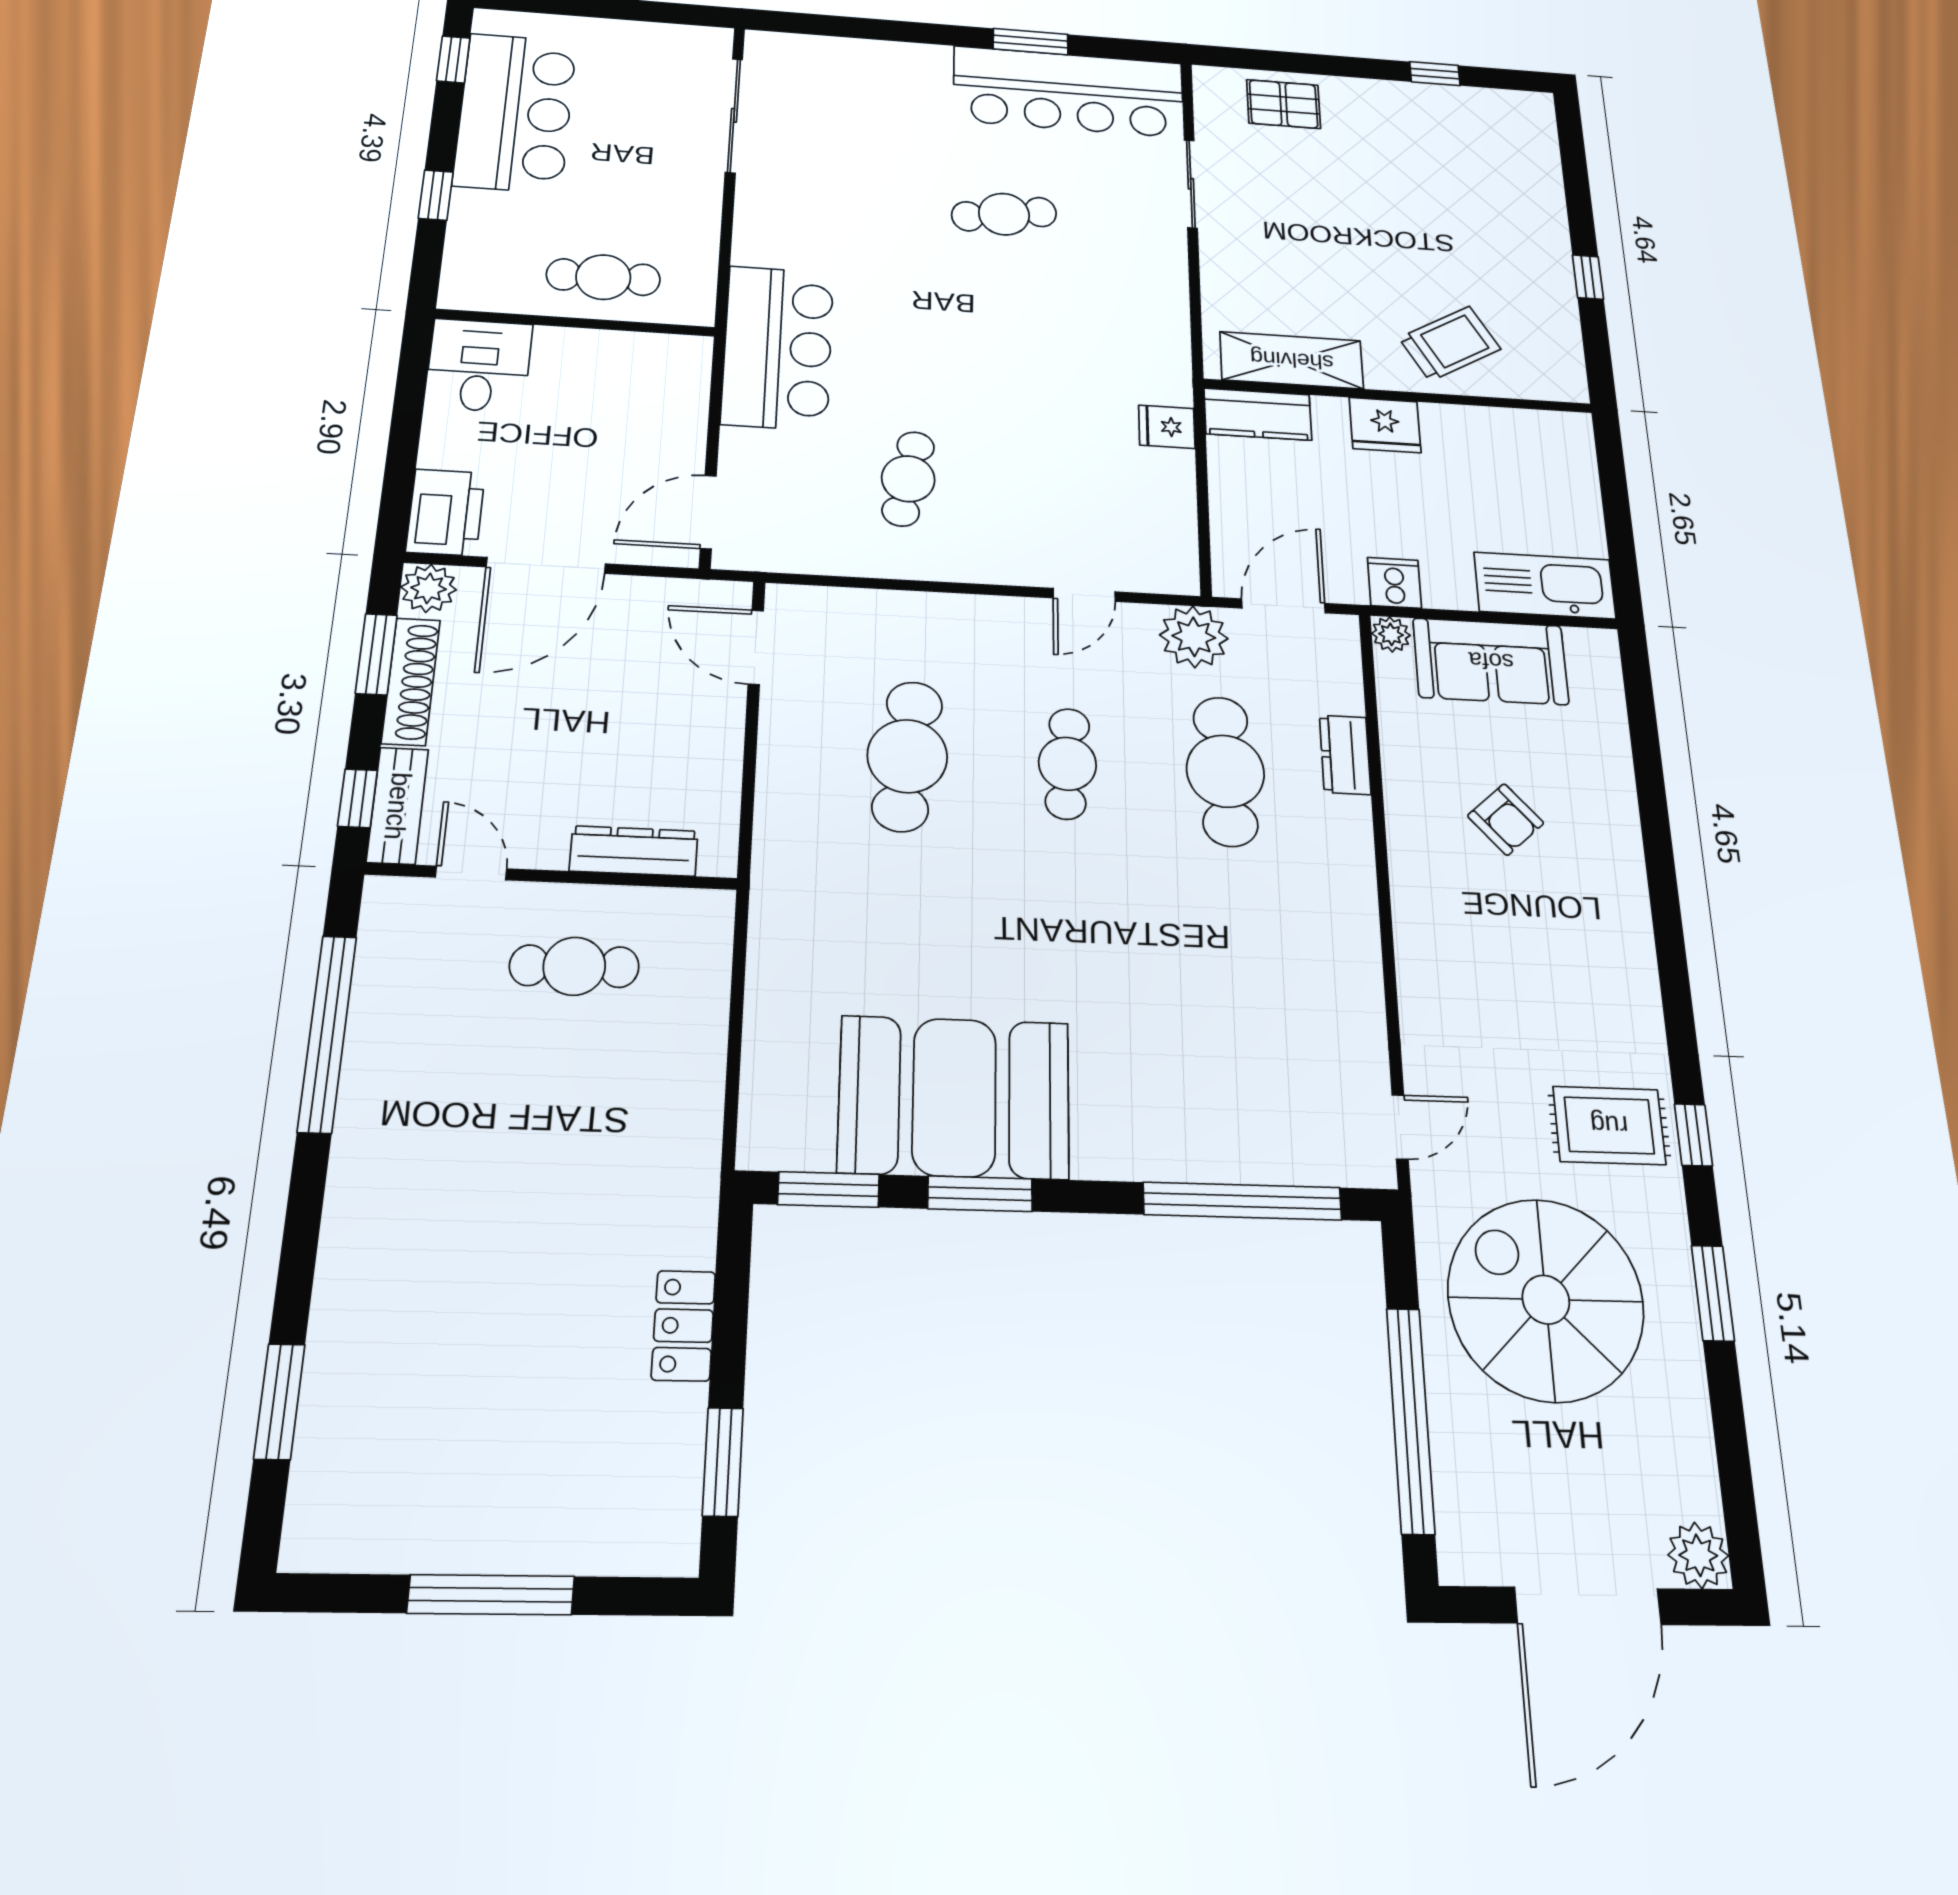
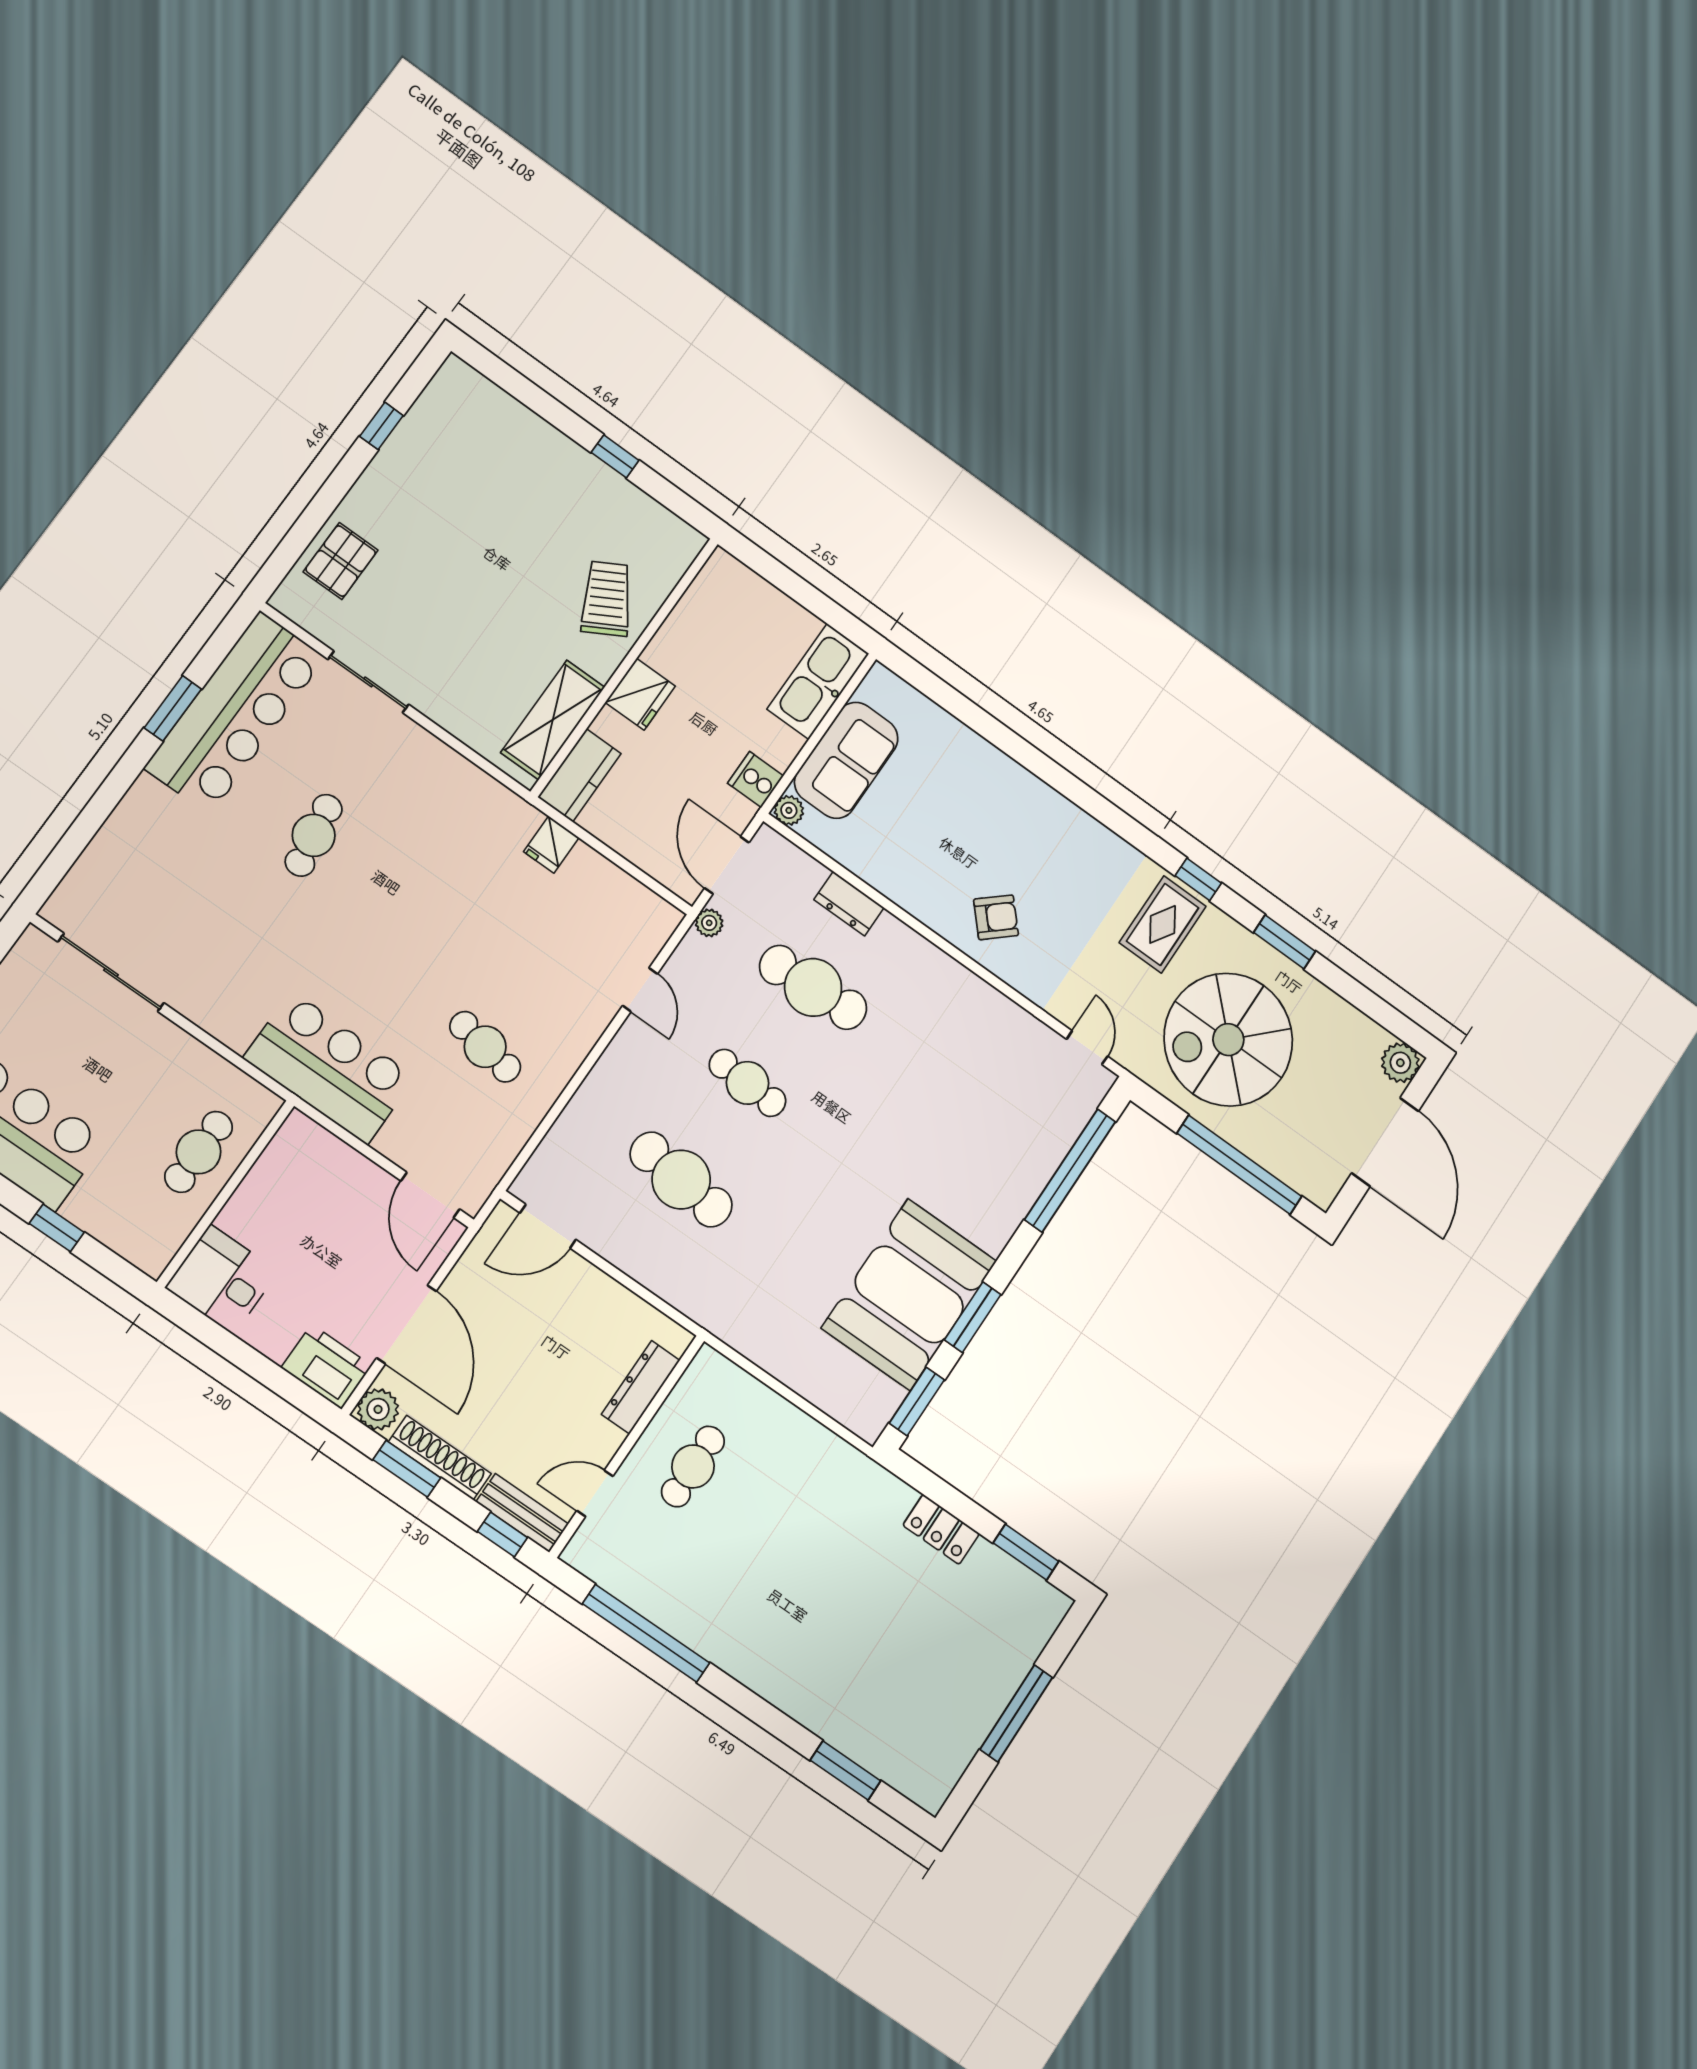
plant: (1194, 637) -> (709, 923), width x0.53, depth x0.53
armchair: (1506, 819) -> (996, 917), moved

